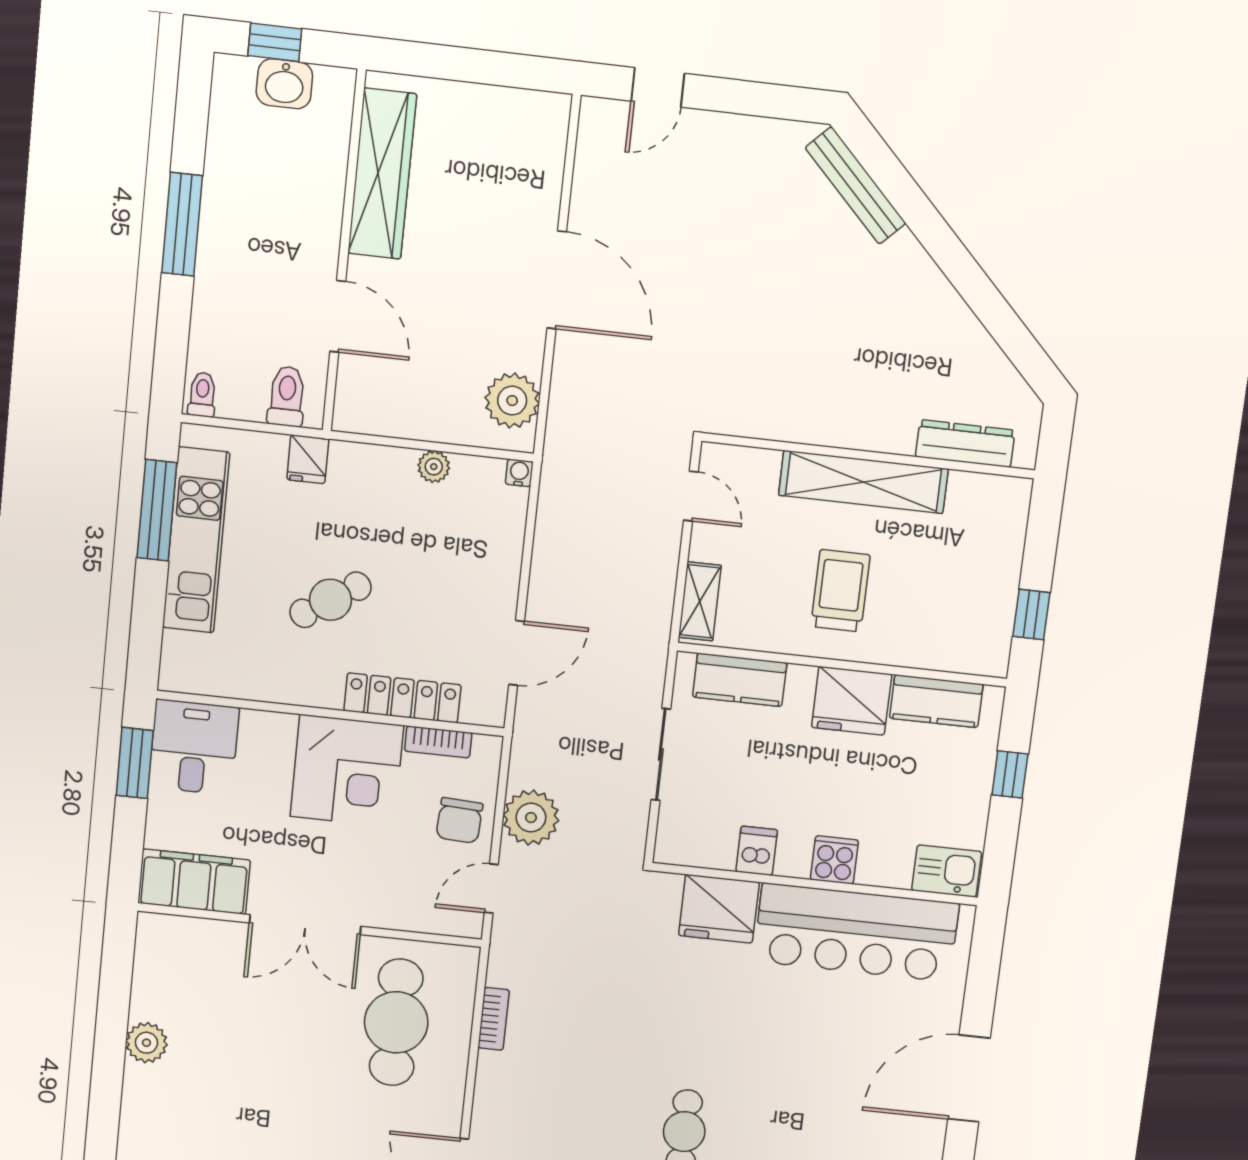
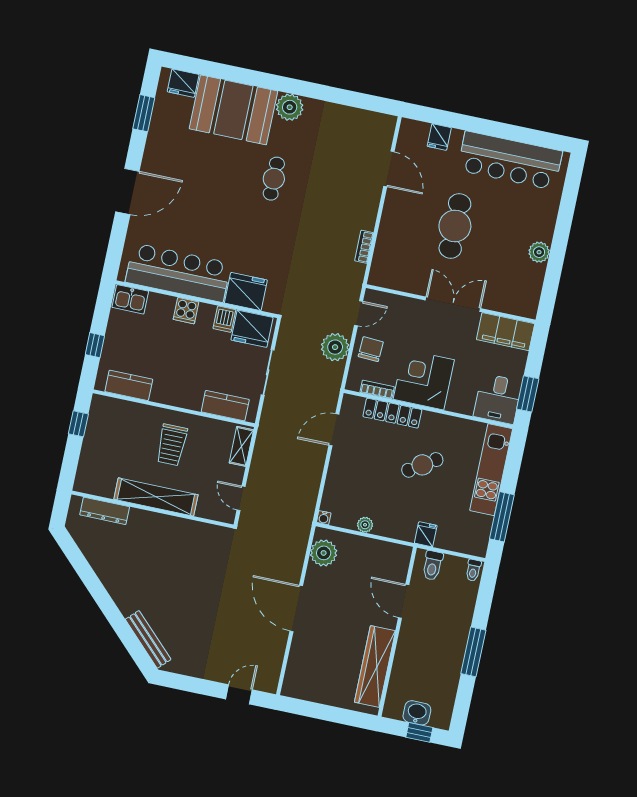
kitchen unit: (196, 540) -> (491, 470), moved
fridge: (852, 701) -> (252, 329), moved, turned 180
cafe table: (396, 1022) -> (455, 226), moved

